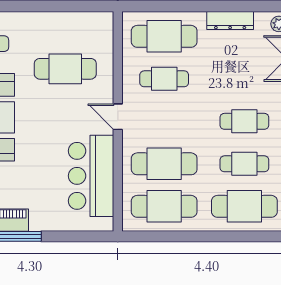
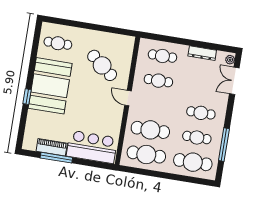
cafe table: (164, 36) -> (162, 56), width x0.73, depth x0.74
cafe table: (65, 69) -> (102, 65), turned 39
bar counter: (91, 176) -> (92, 147), moved, turned 90

